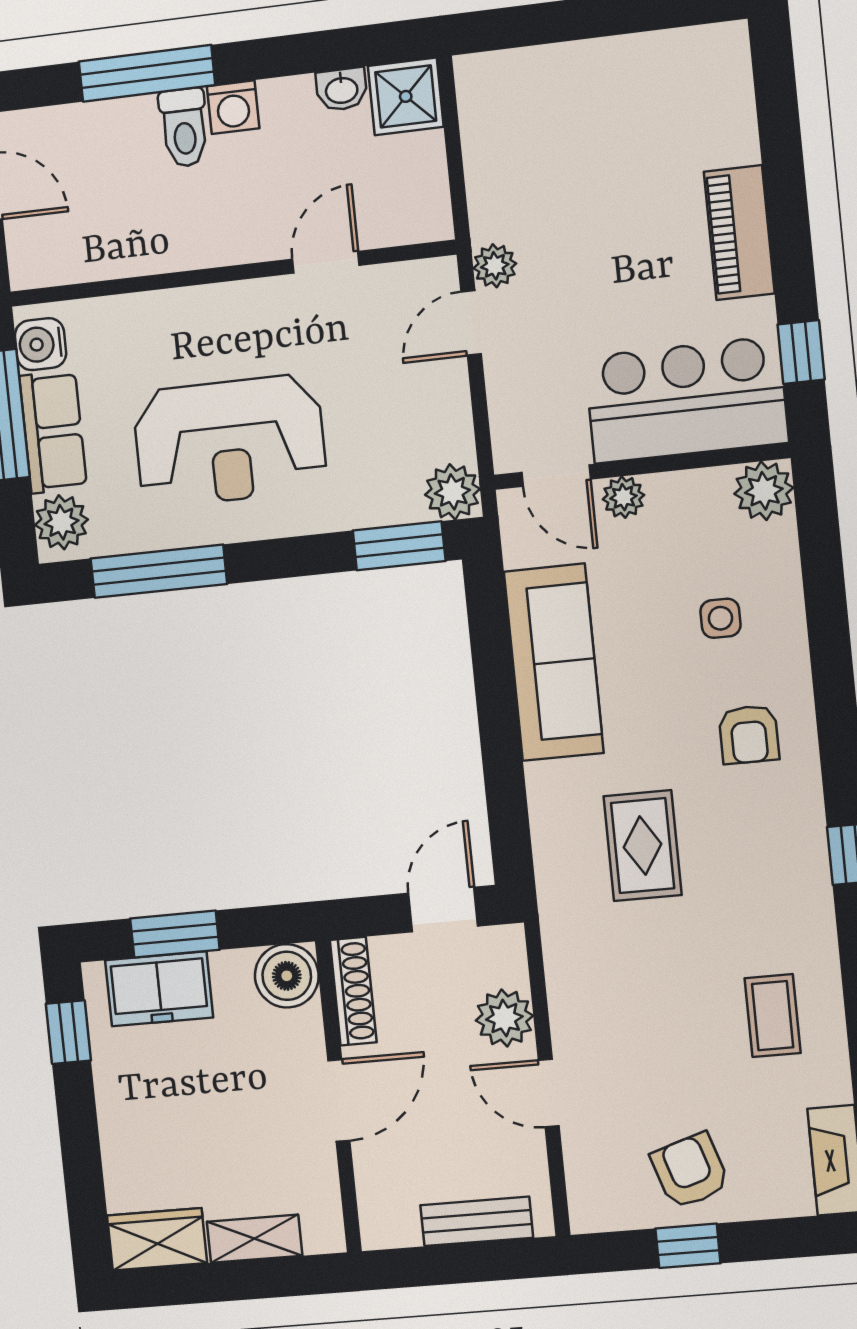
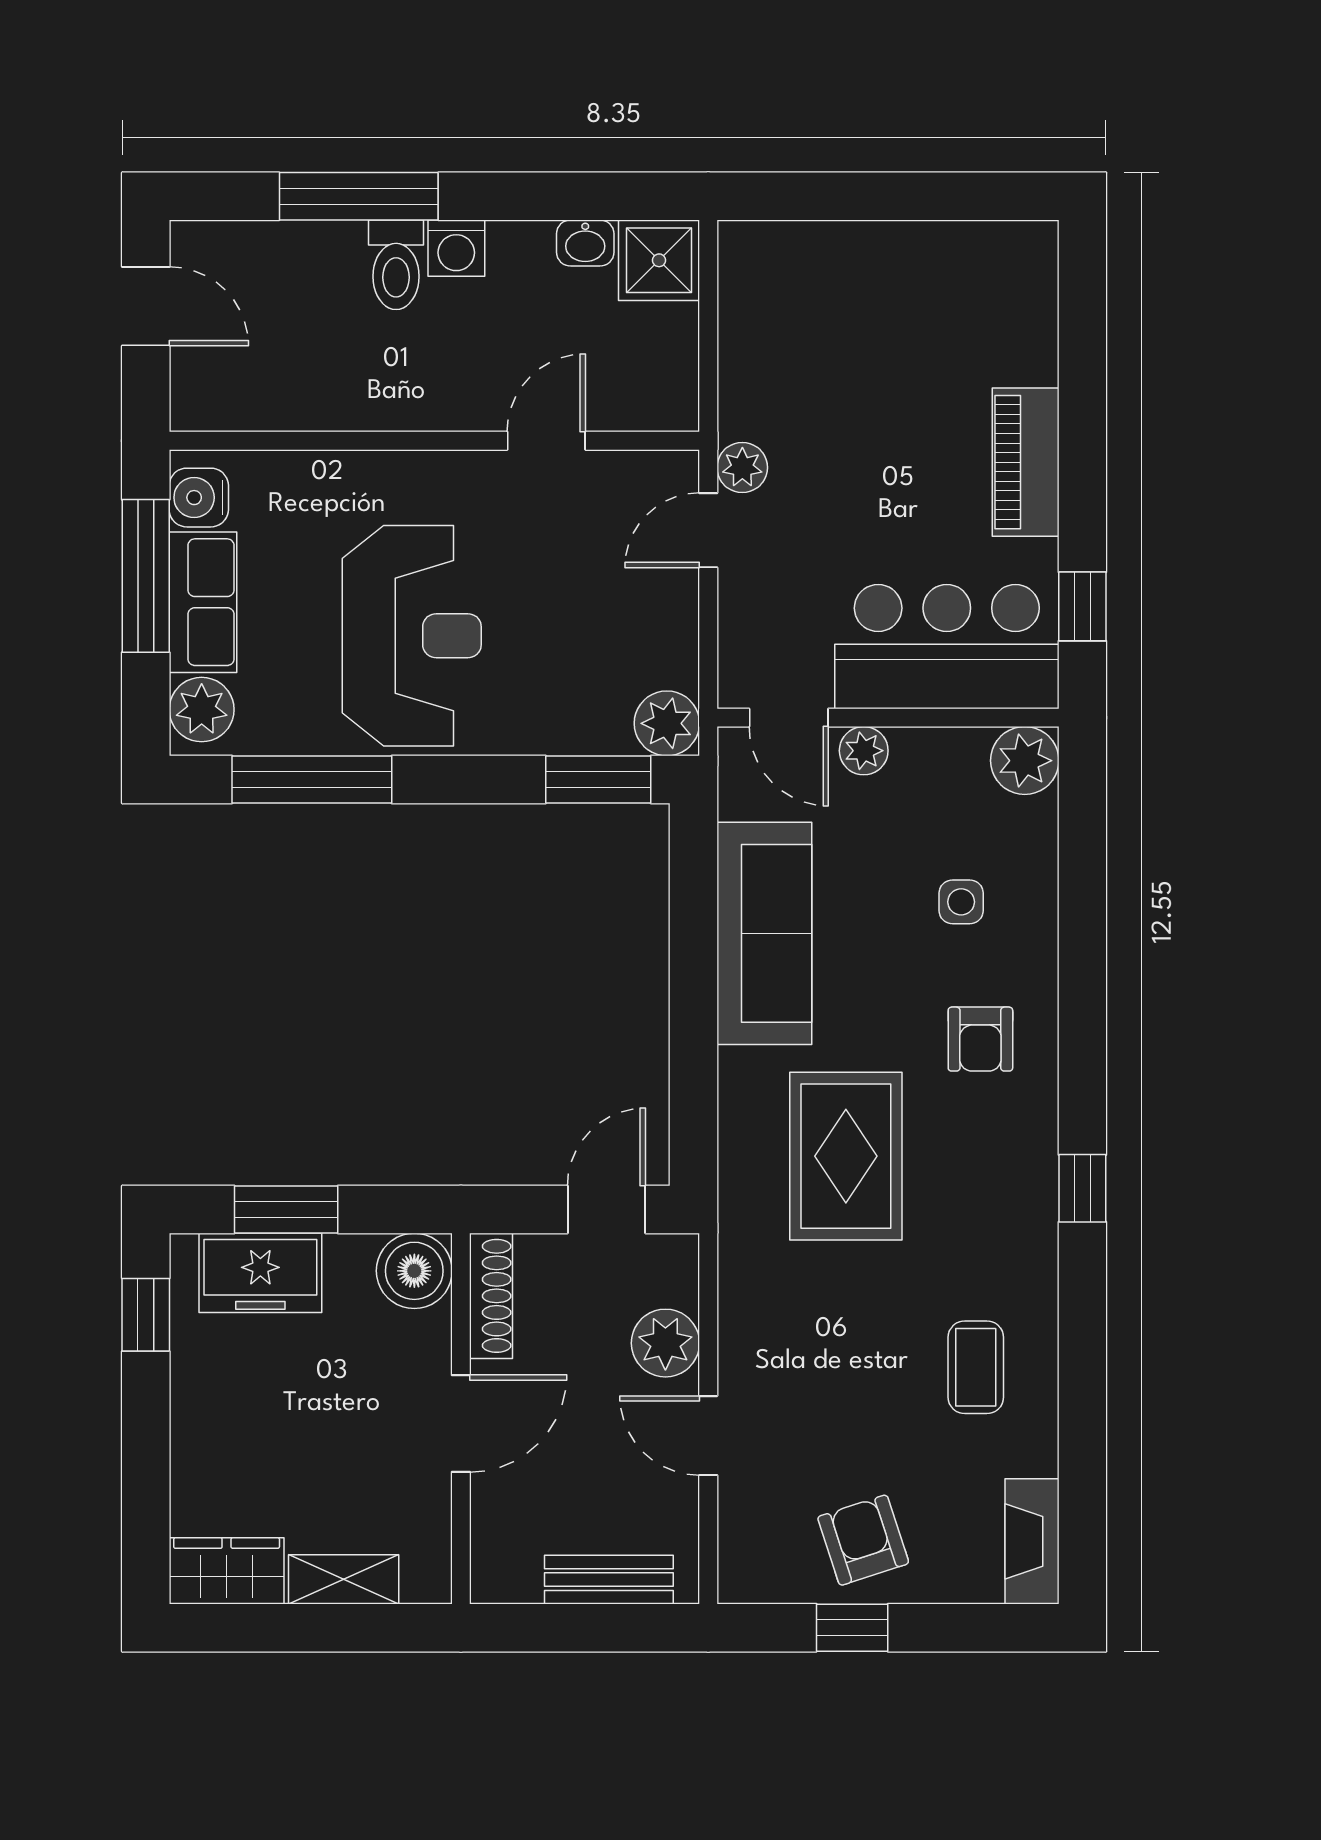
reception desk: (230, 441) -> (412, 636), turned -90
rug: (643, 846) -> (846, 1156), width x1.36, depth x1.43

